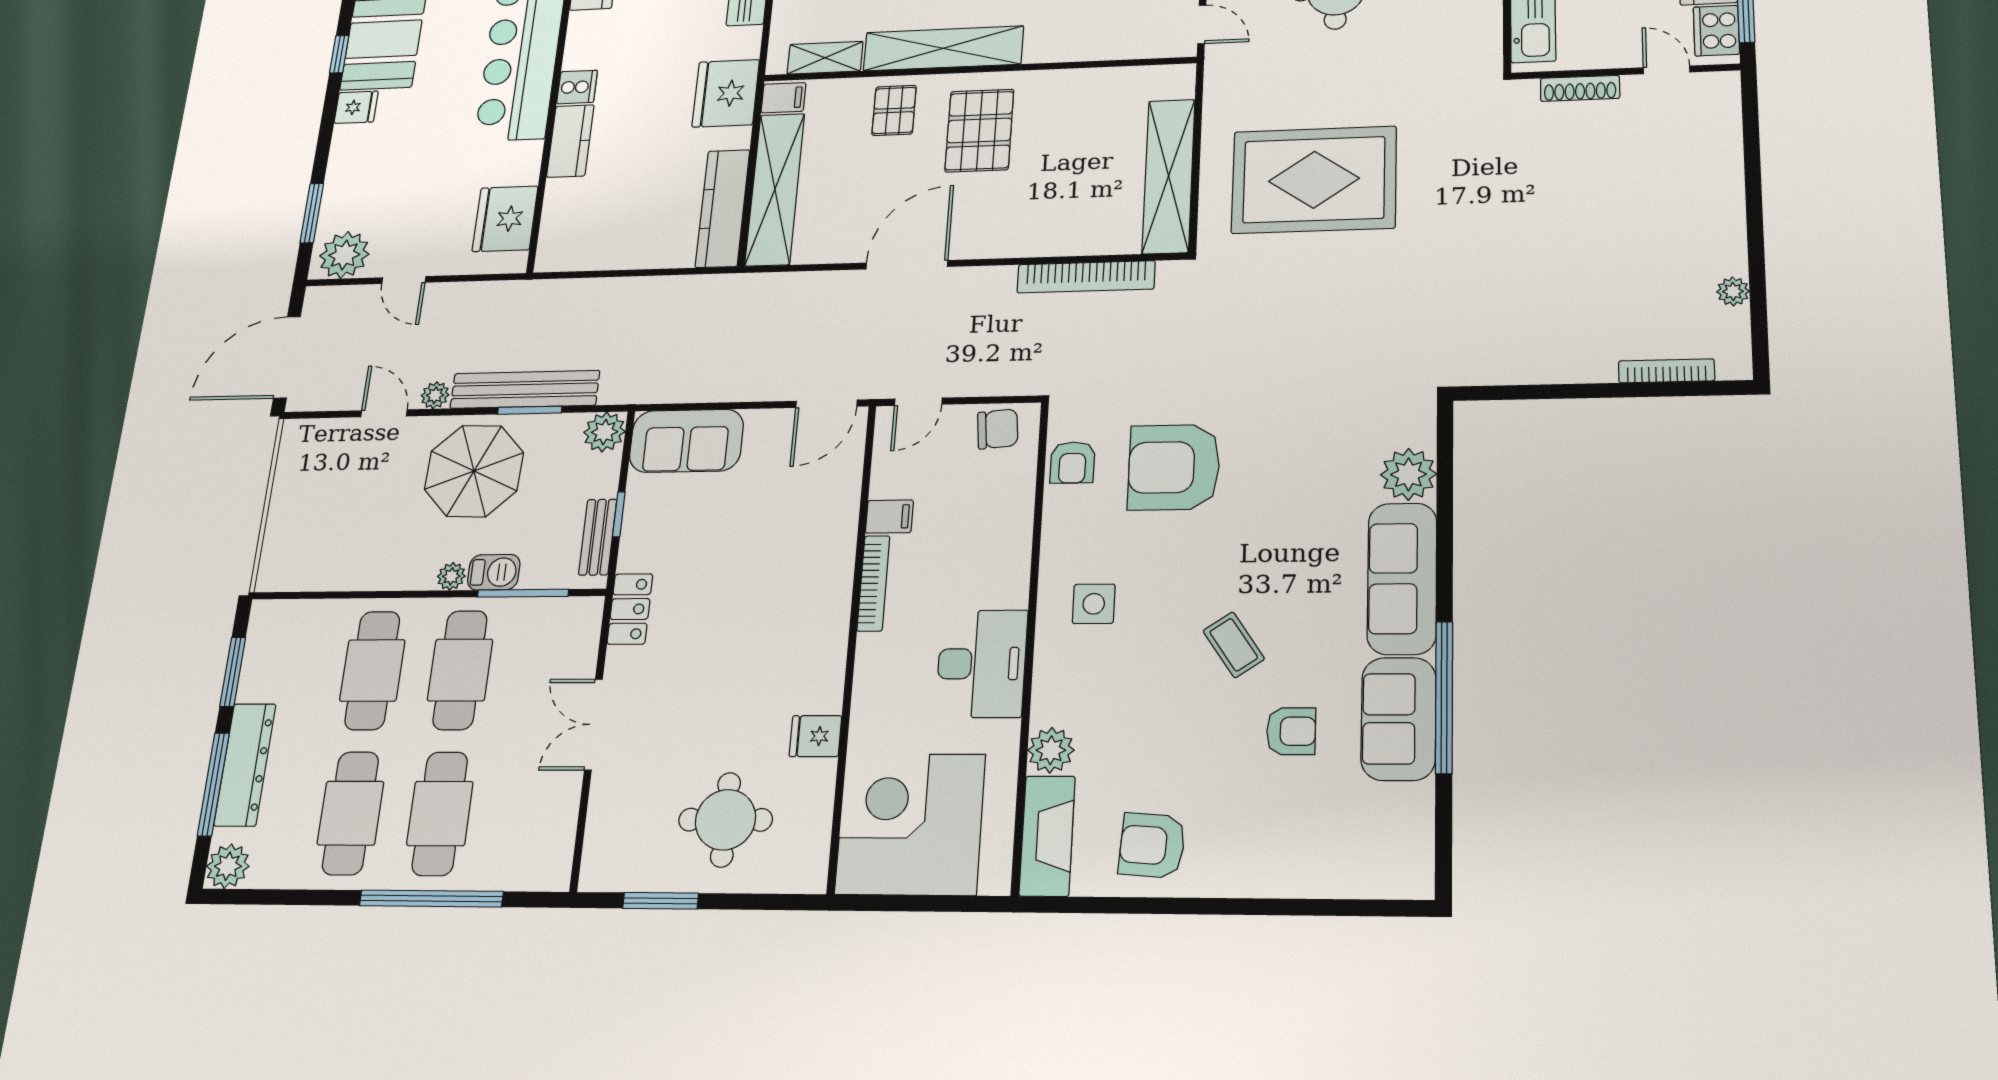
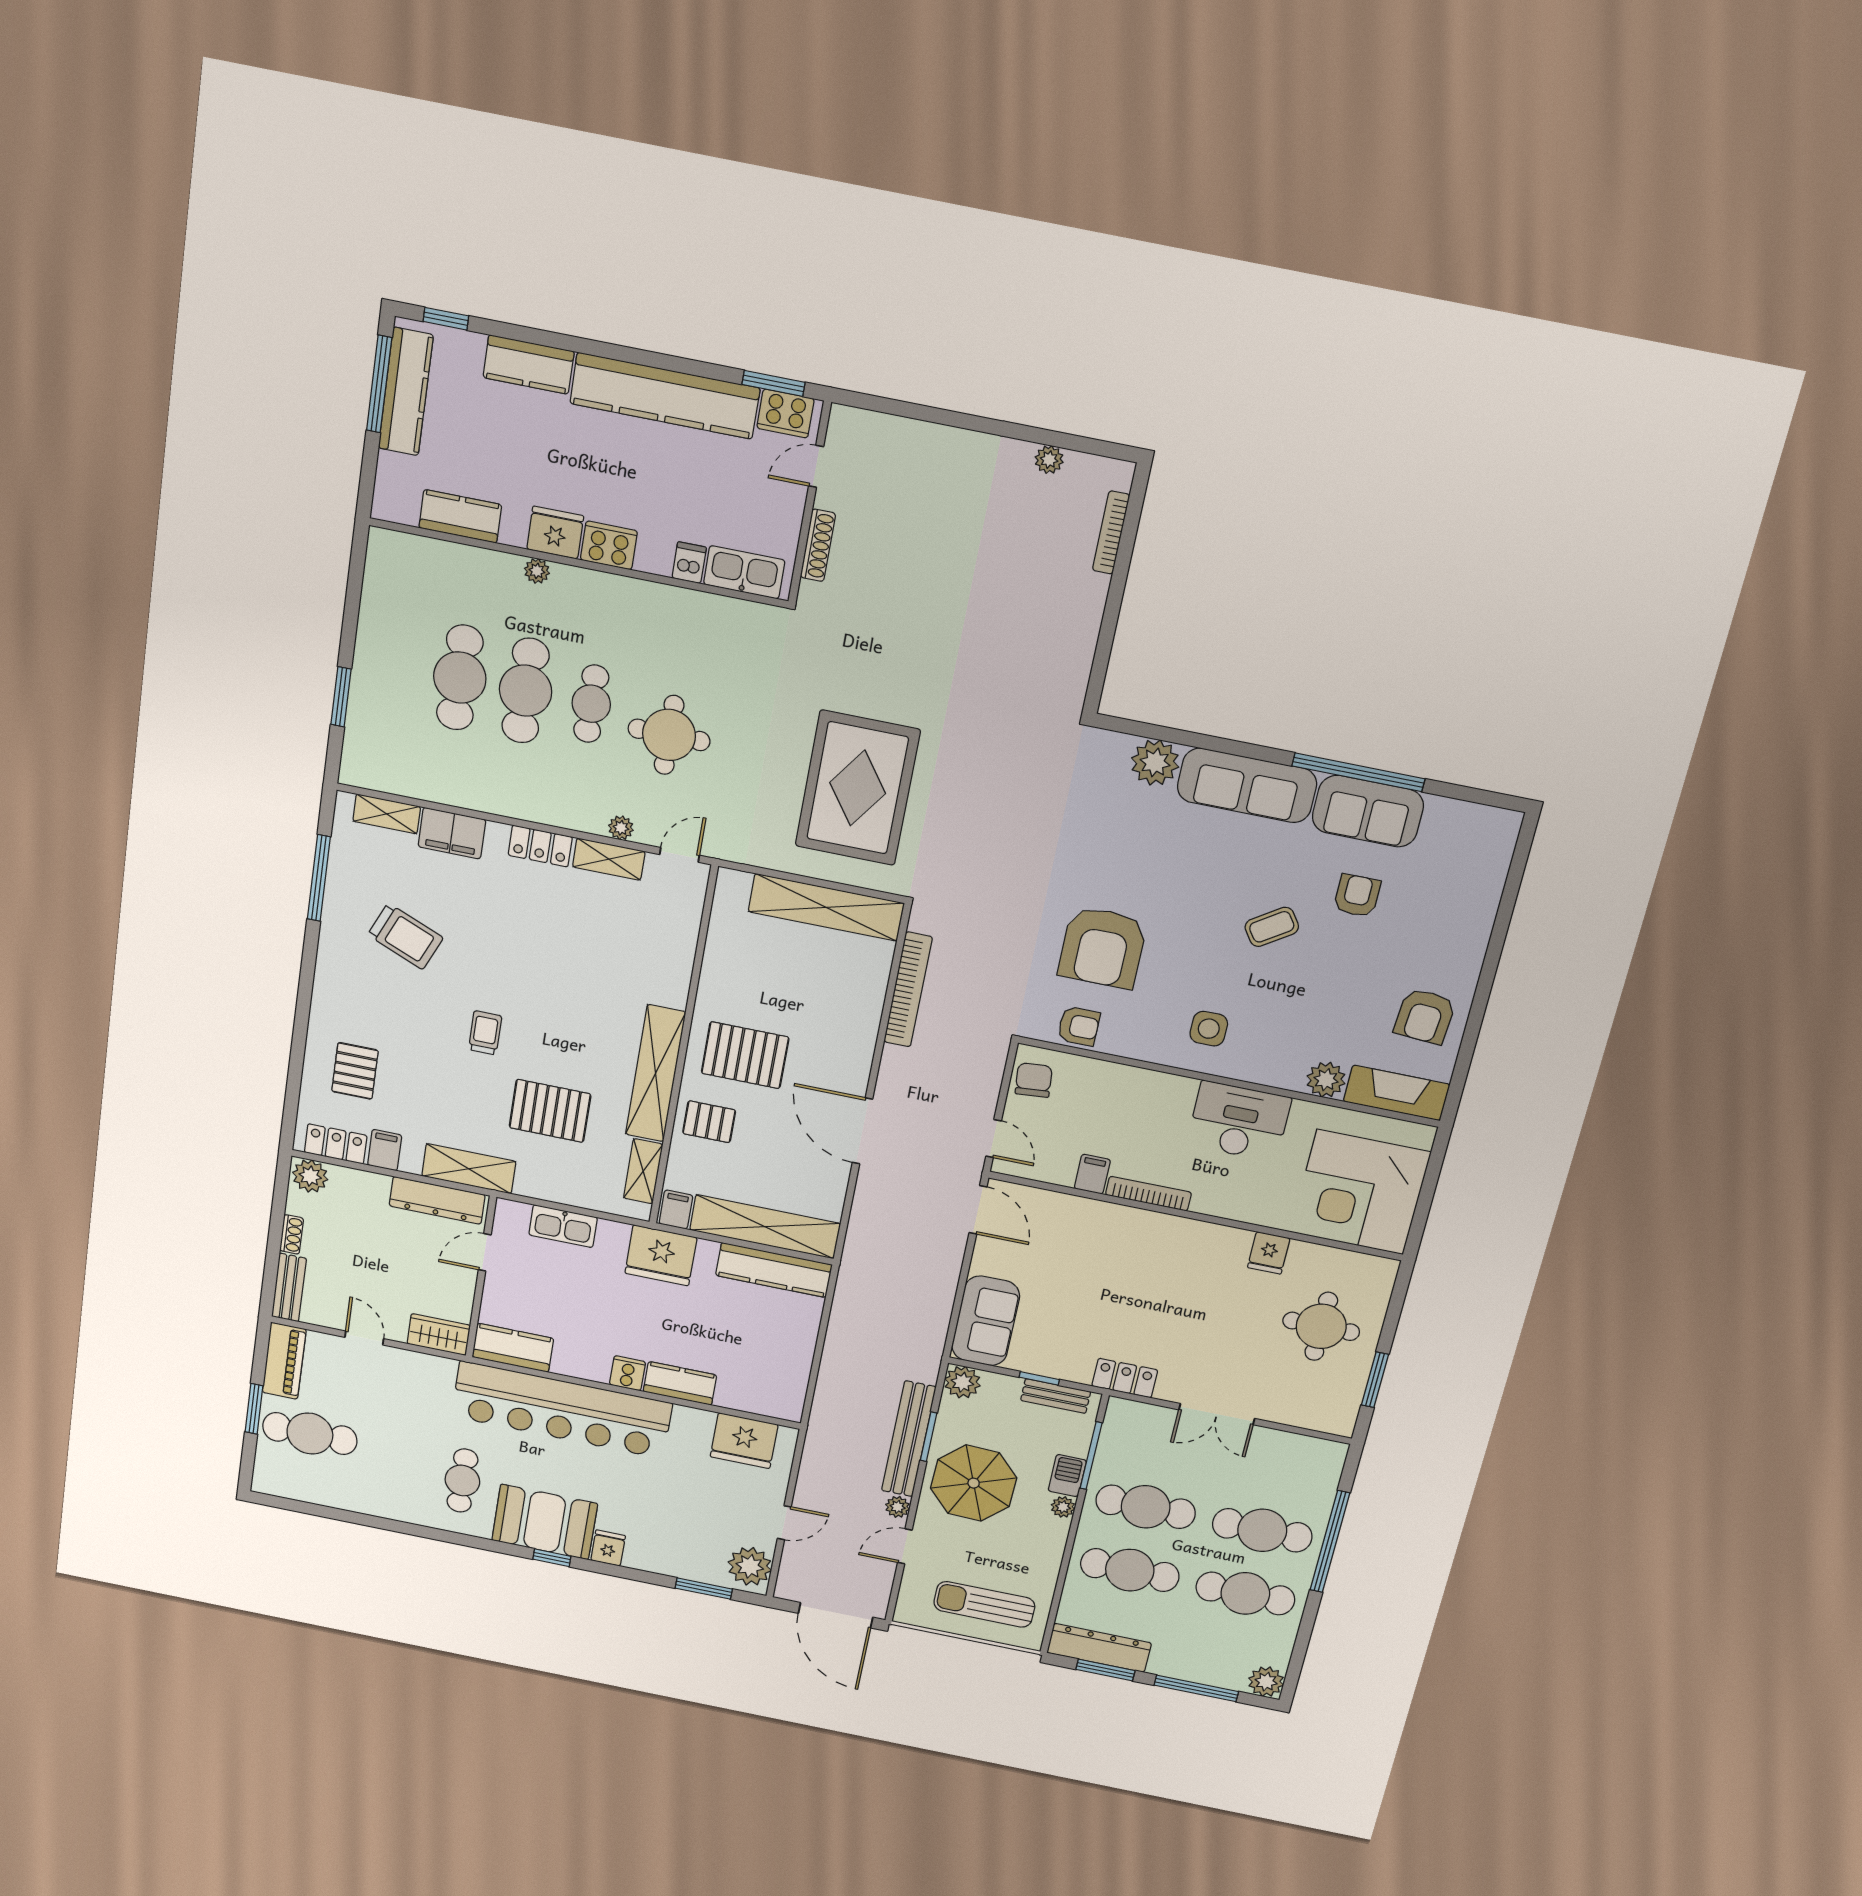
sun lounger: (313, 516) -> (984, 1604), added
dresser: (245, 765) -> (1099, 1648), moved

